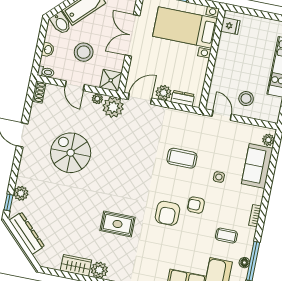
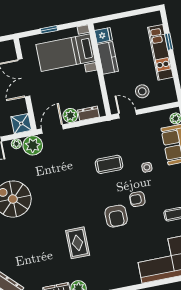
kitchen counter: (225, 50) -> (108, 58), added
rug: (117, 224) -> (78, 243), turned 90

